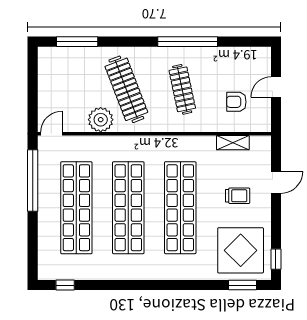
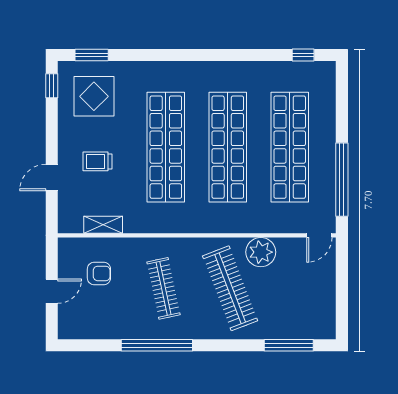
display table: (241, 250) -> (94, 96), width x0.73, depth x0.73

